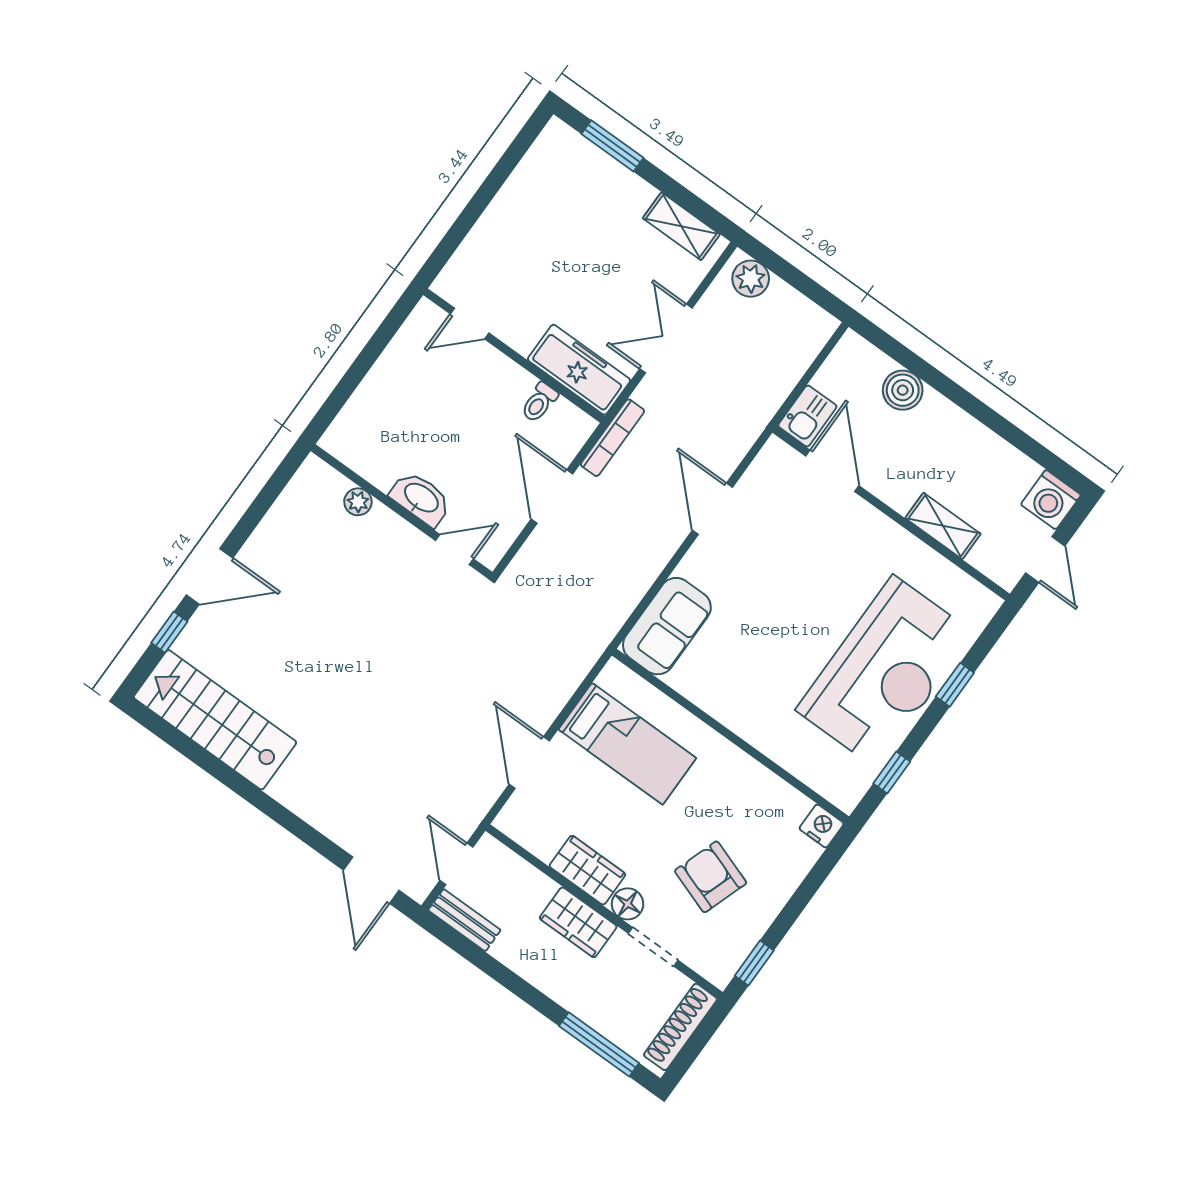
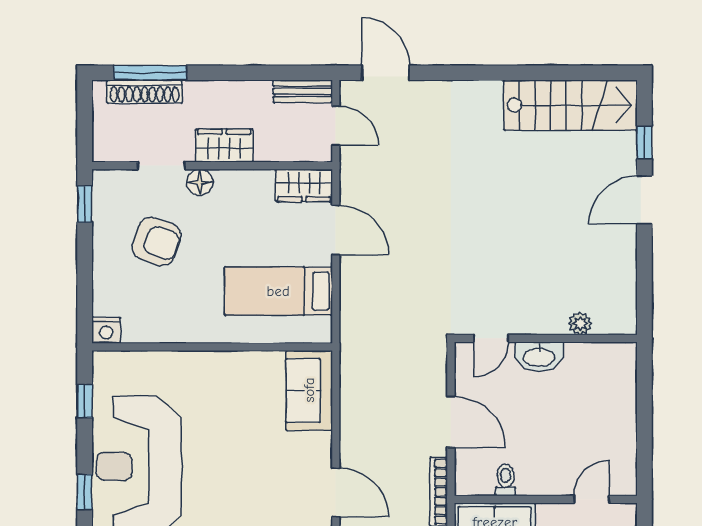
wardrobe: (587, 870) -> (304, 186), moved
shoe rack: (680, 1027) -> (145, 92), moved, turned 90

